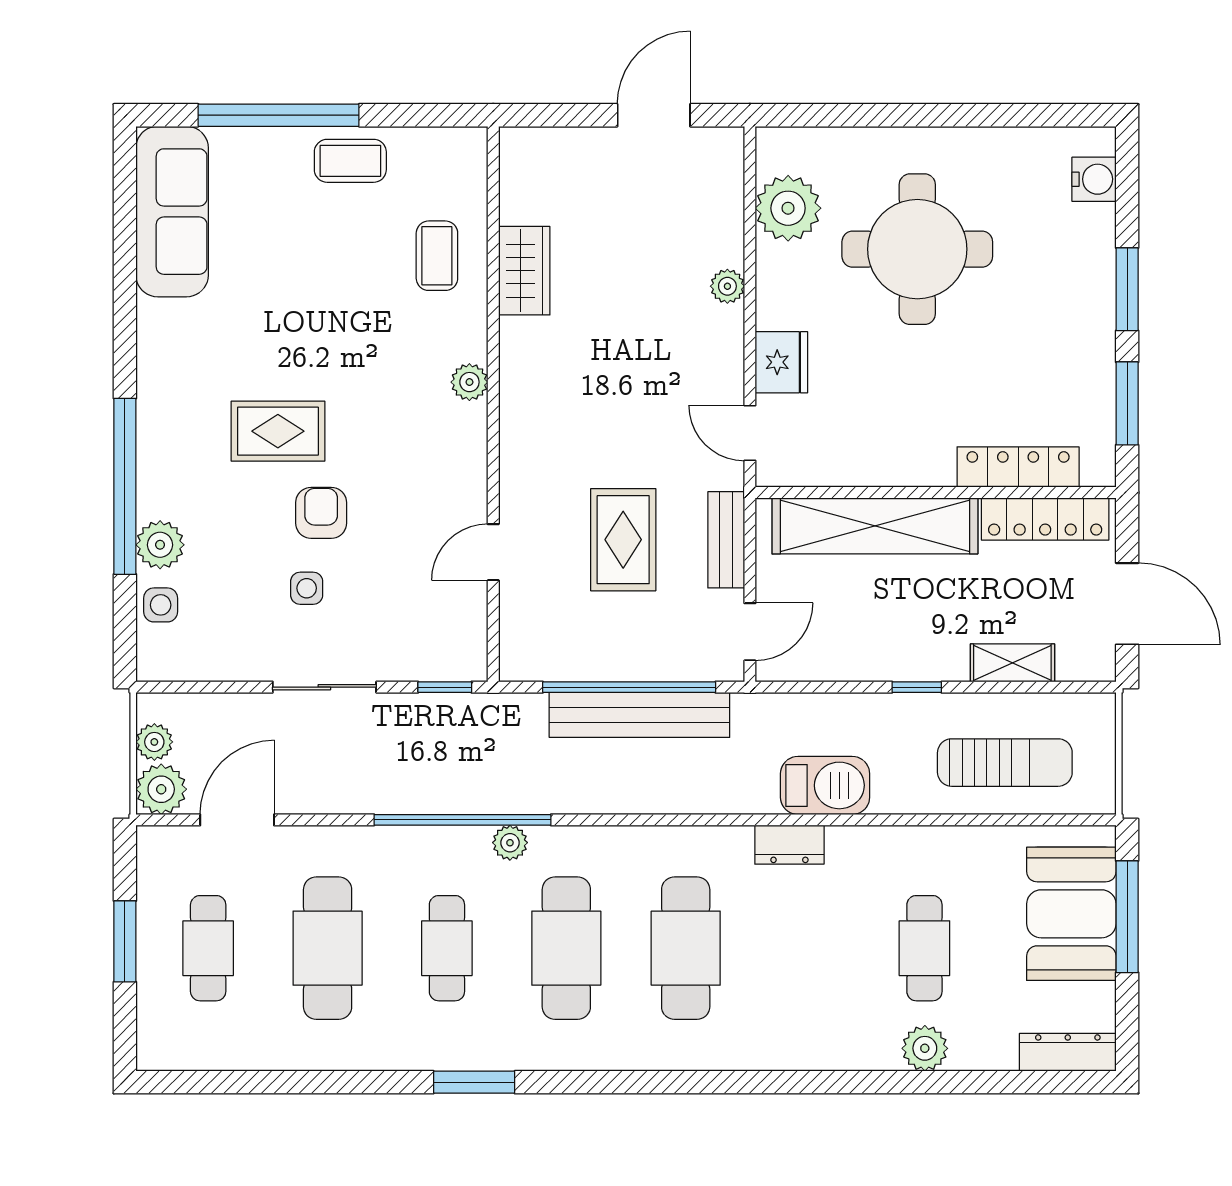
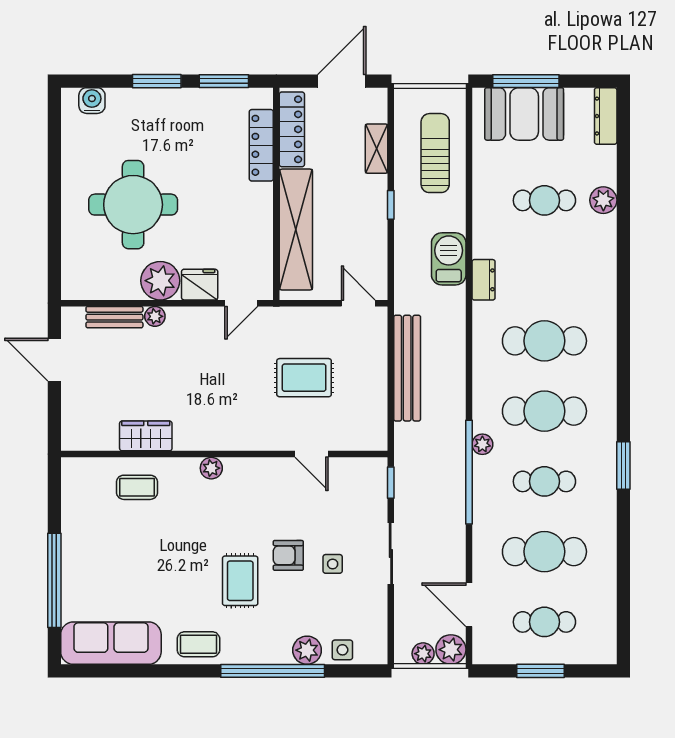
coffee table: (350, 161) -> (198, 644), moved, turned 90
plant: (788, 208) -> (160, 281), moved
bench: (726, 540) -> (114, 317), moved
window: (629, 687) -> (391, 374), removed

